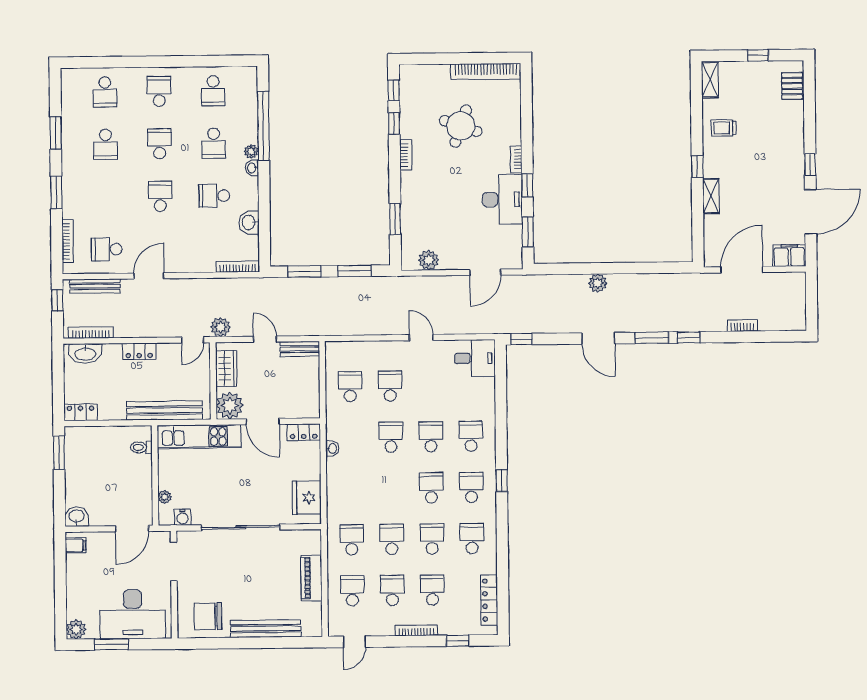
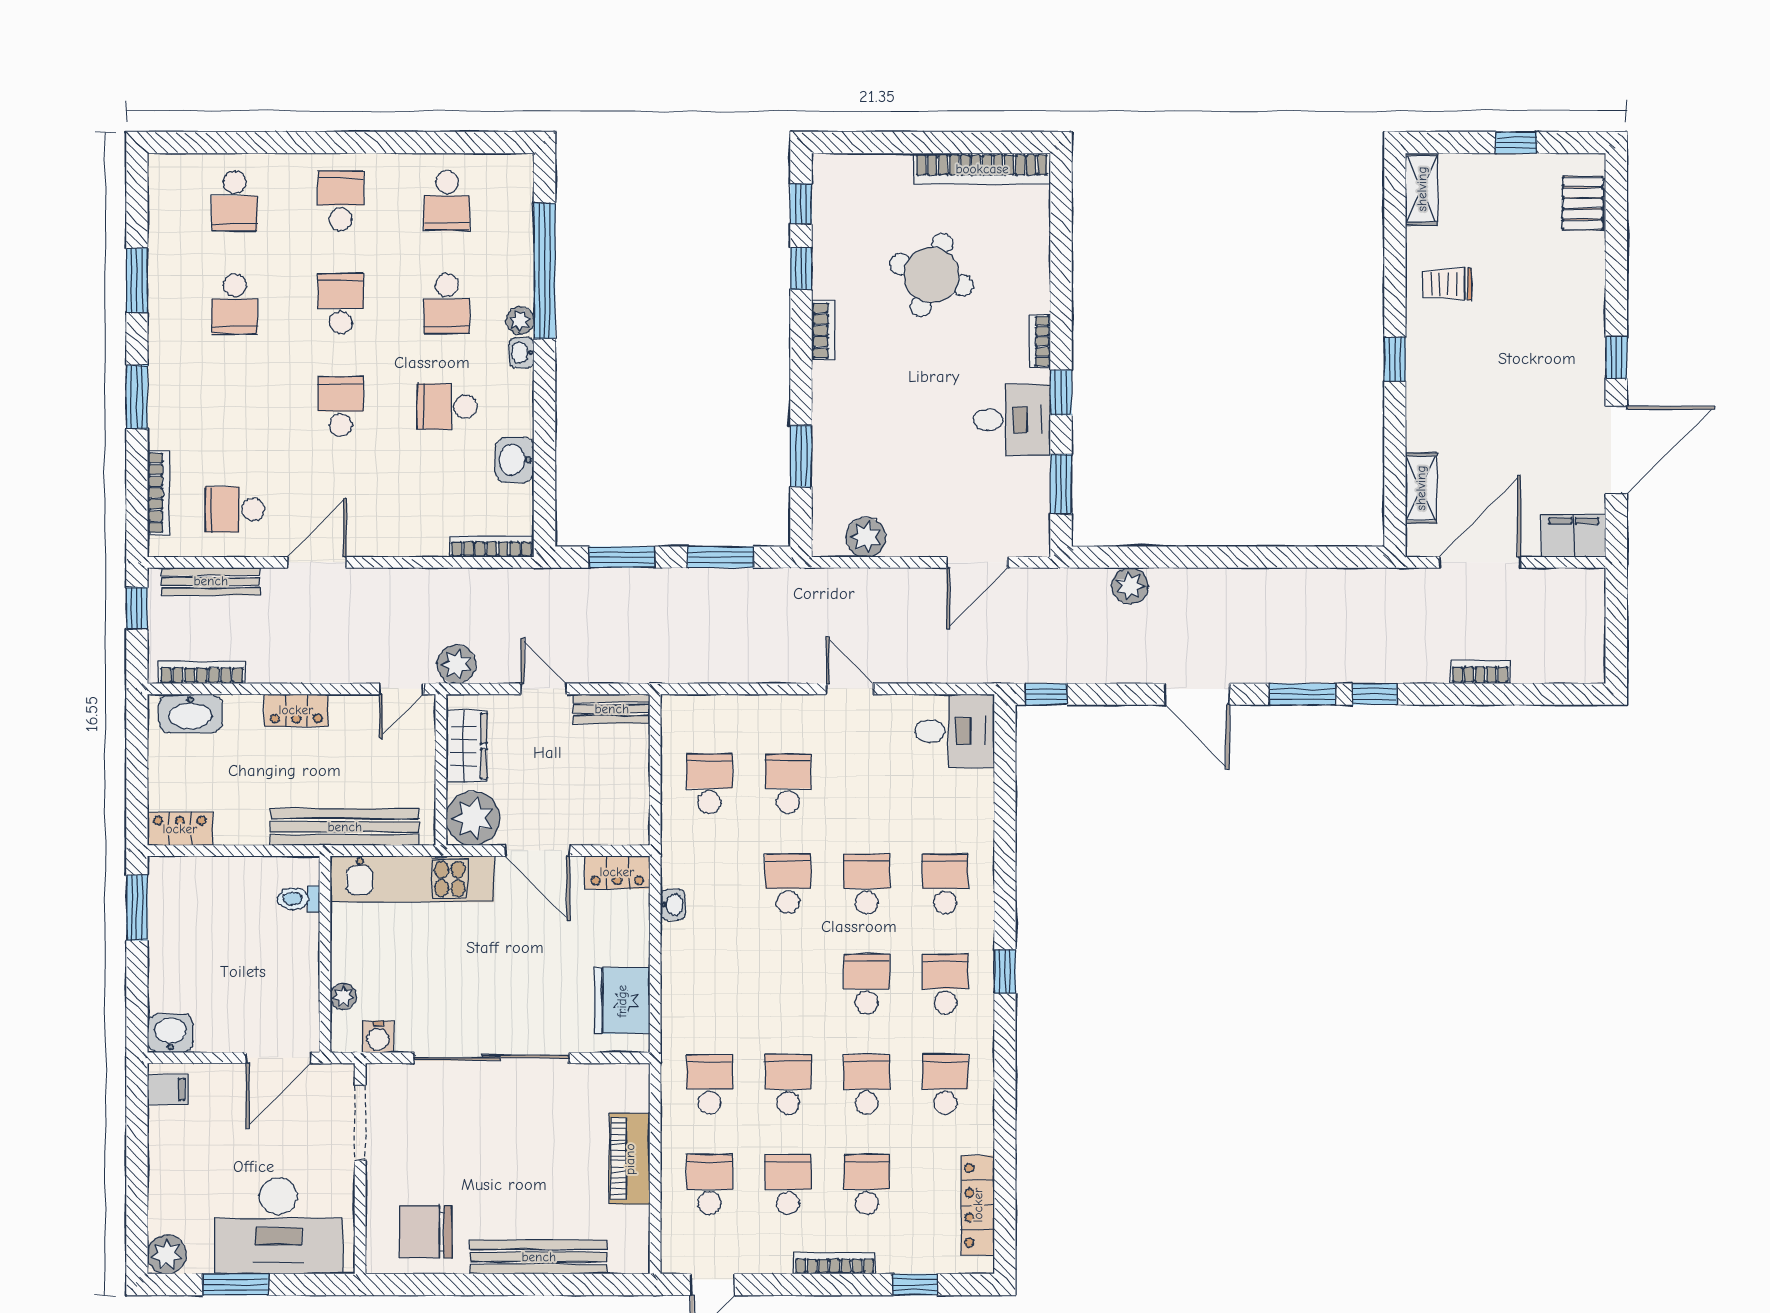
shelving: (711, 196) -> (1421, 488), moved
desk: (502, 199) -> (1012, 420), width x0.73
plant: (598, 283) -> (1130, 586), moved

